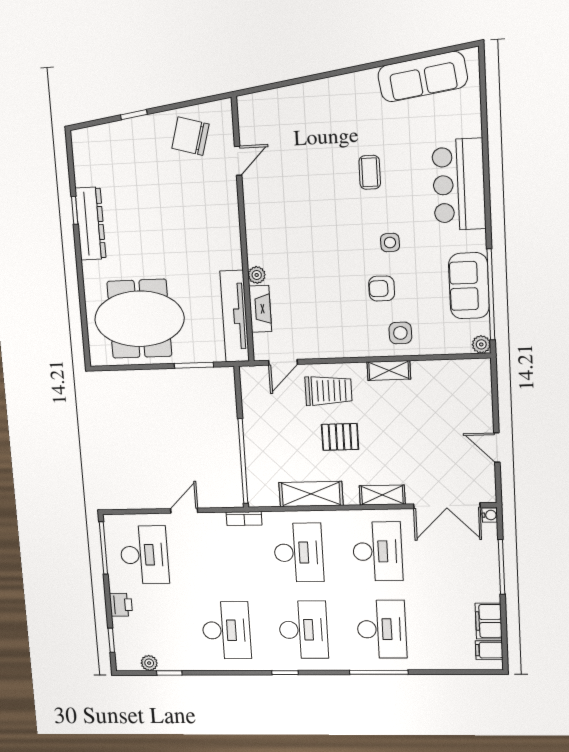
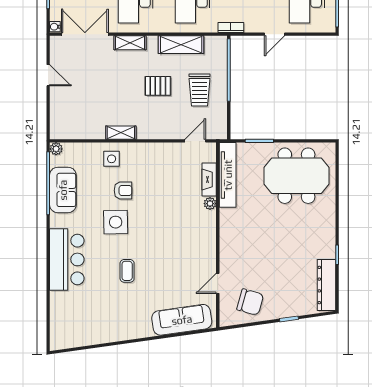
sofa: (423, 77) -> (182, 320), moved
dresser: (90, 224) -> (326, 285), moved
side table: (390, 243) -> (116, 222), width x1.87, depth x1.87
trolley: (328, 391) -> (200, 90), moved, turned -90

